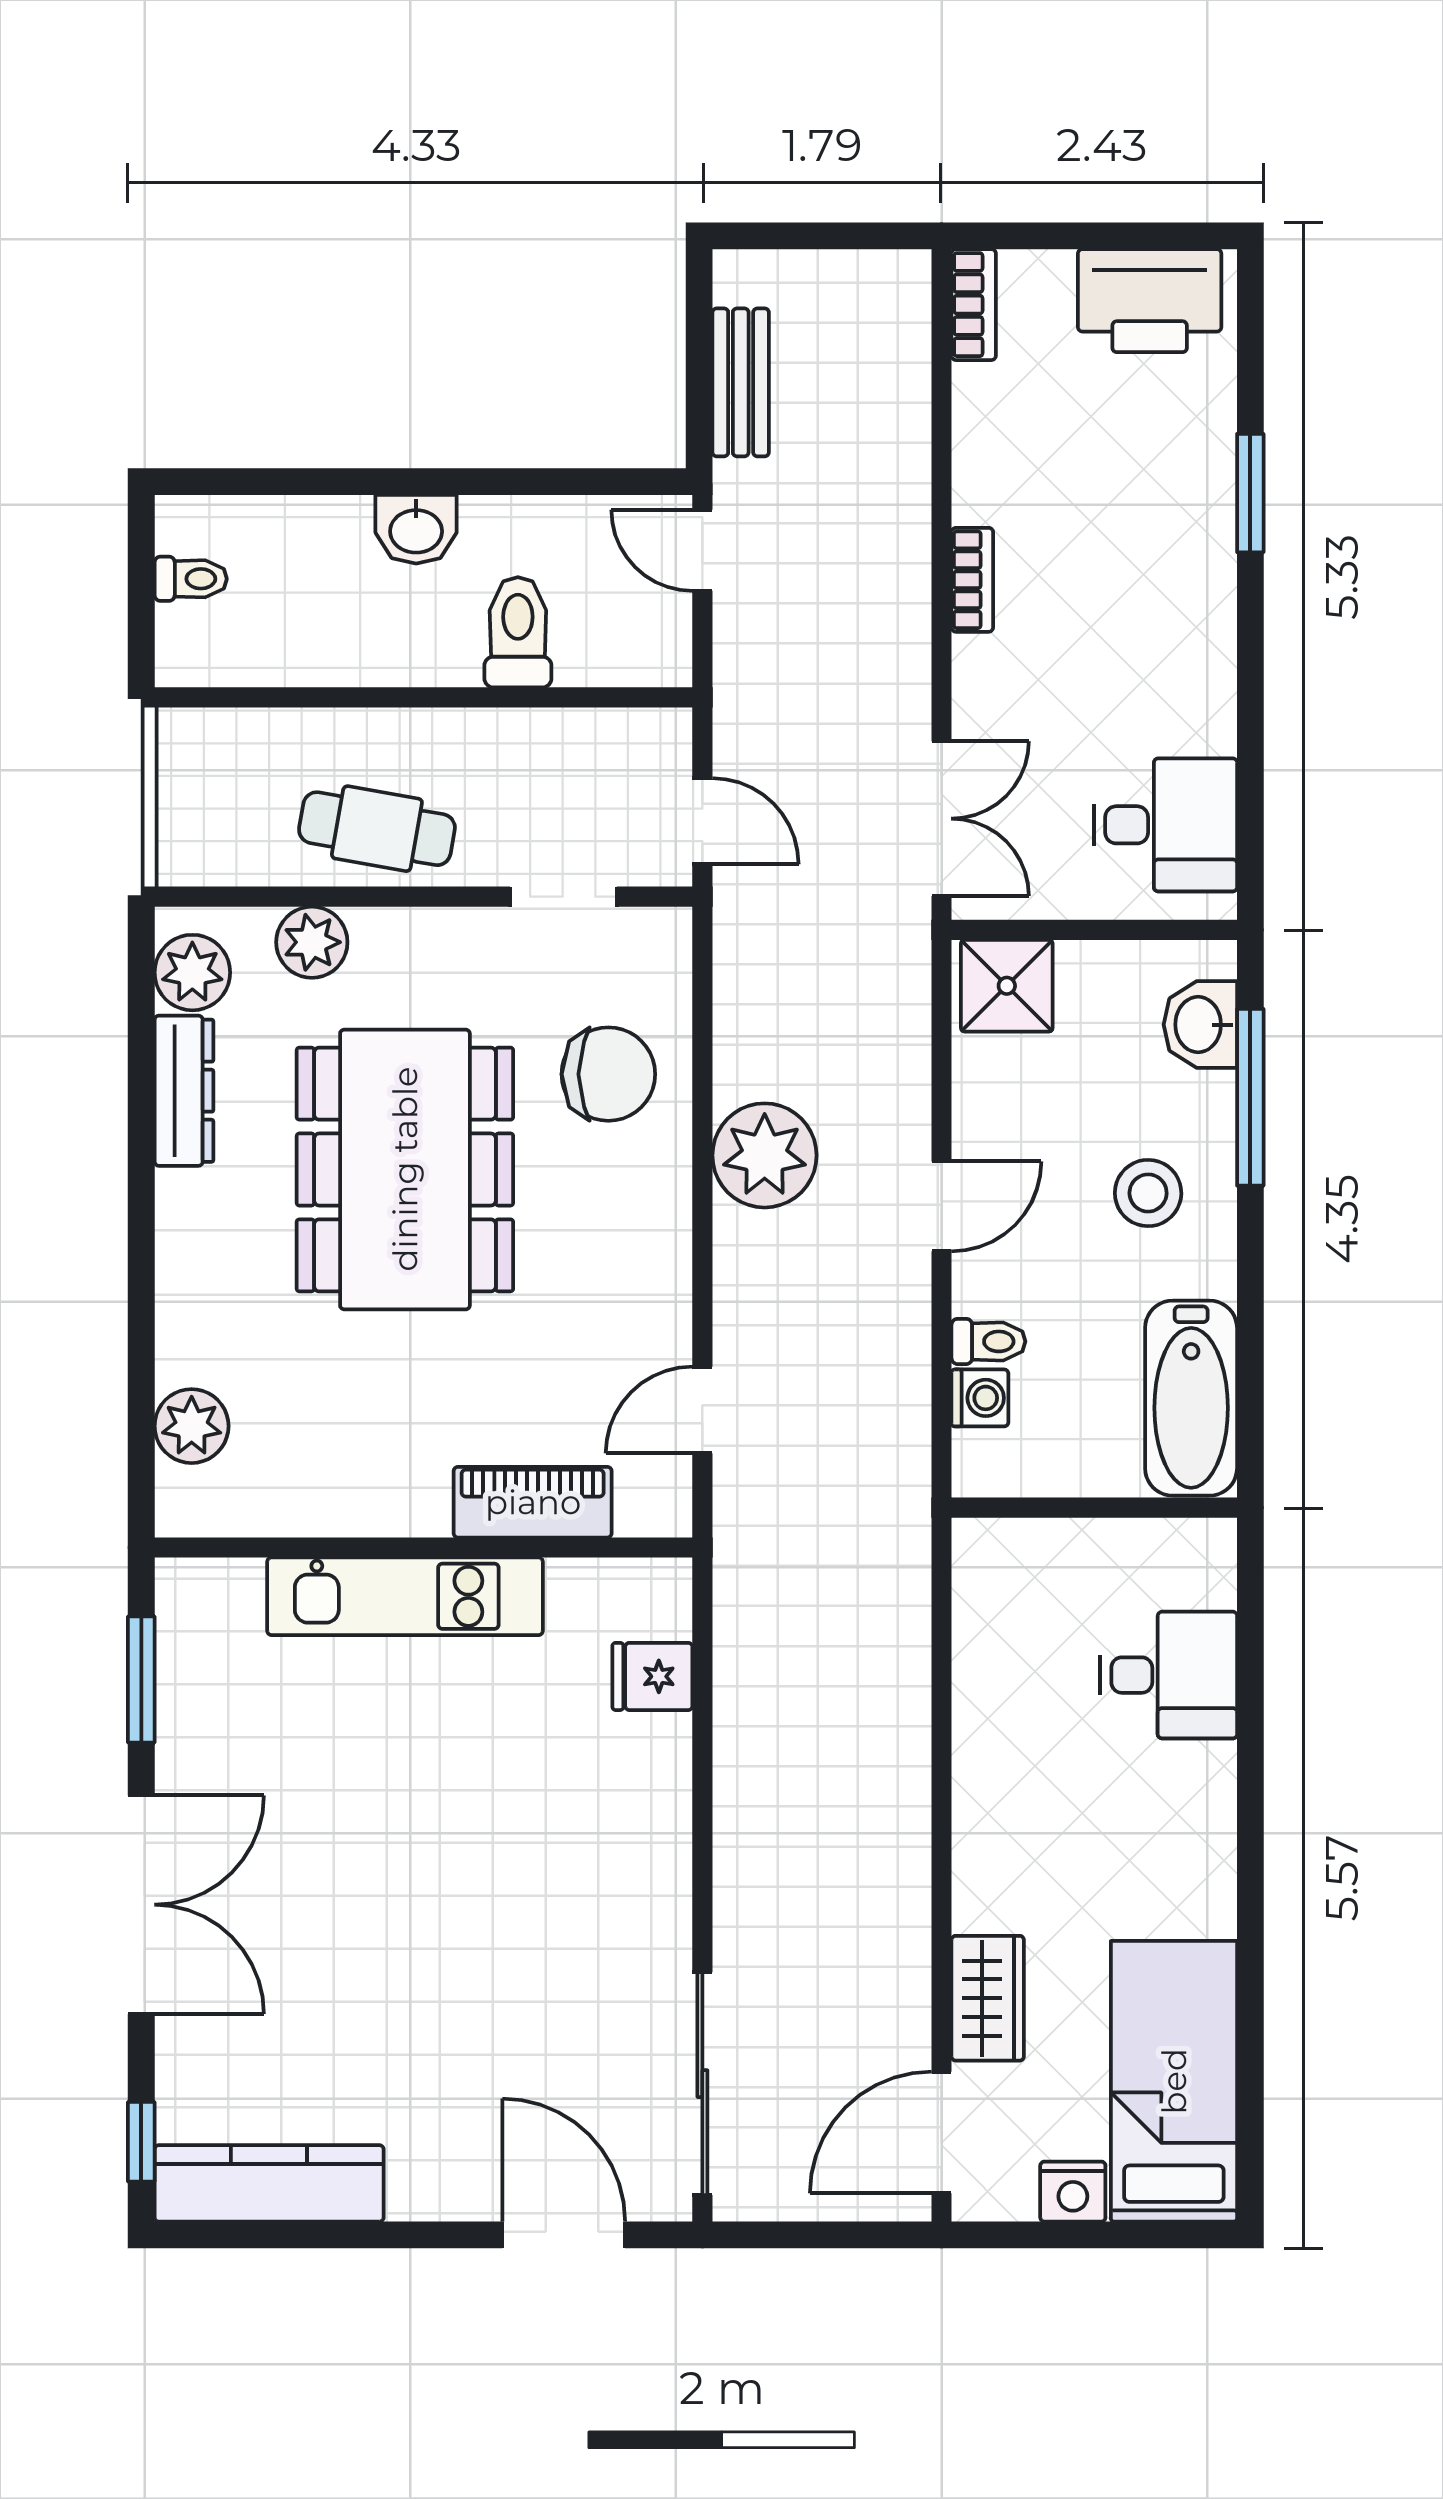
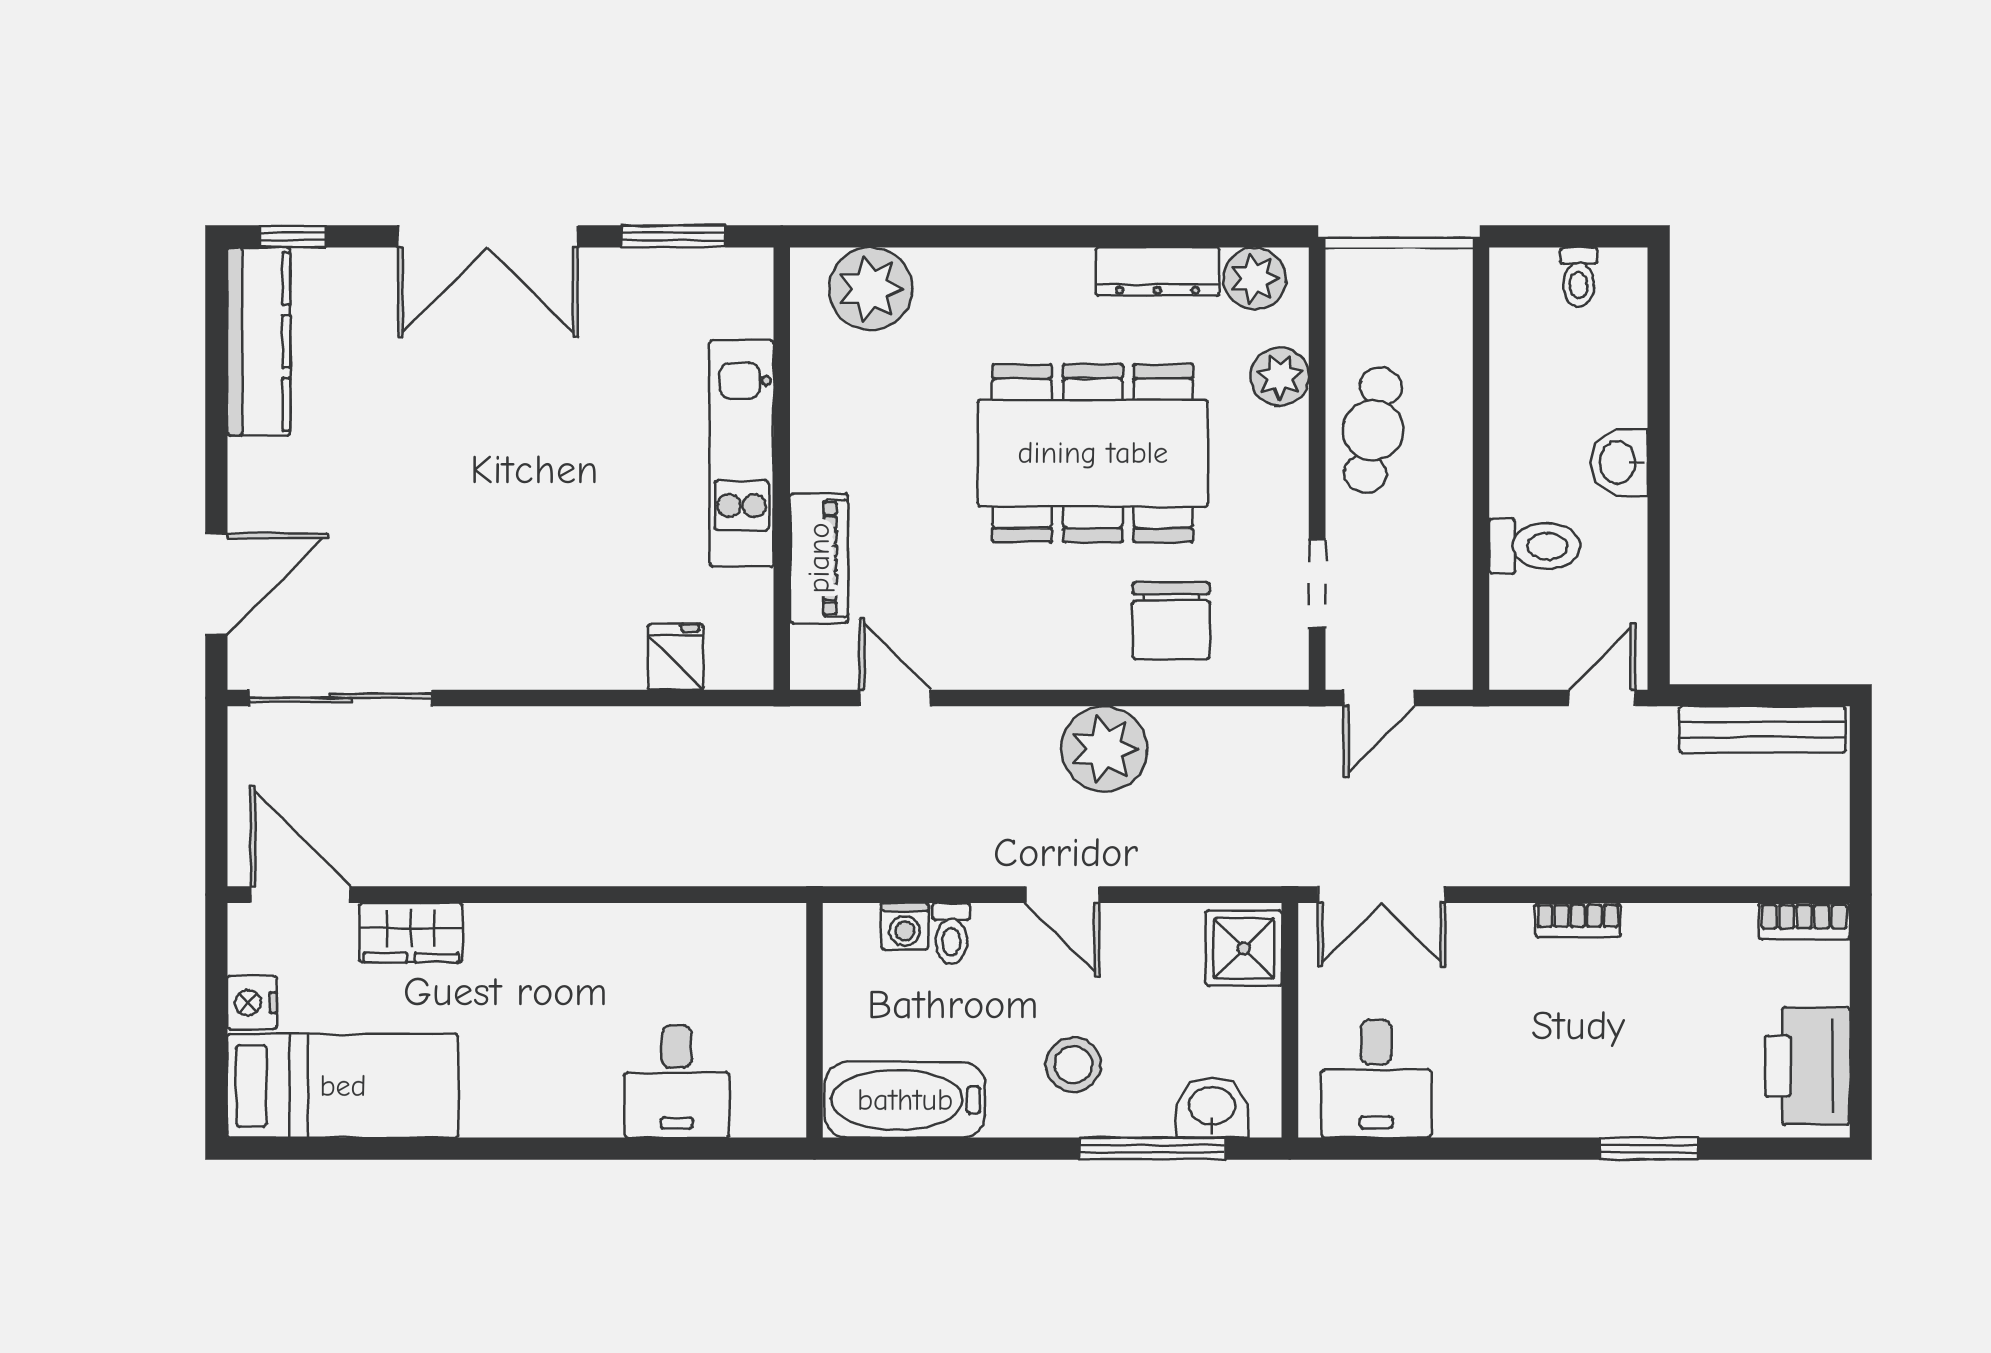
bench: (741, 382) -> (1762, 729), width x1.36
plant: (192, 1426) -> (871, 289), width x1.36, depth x1.36

